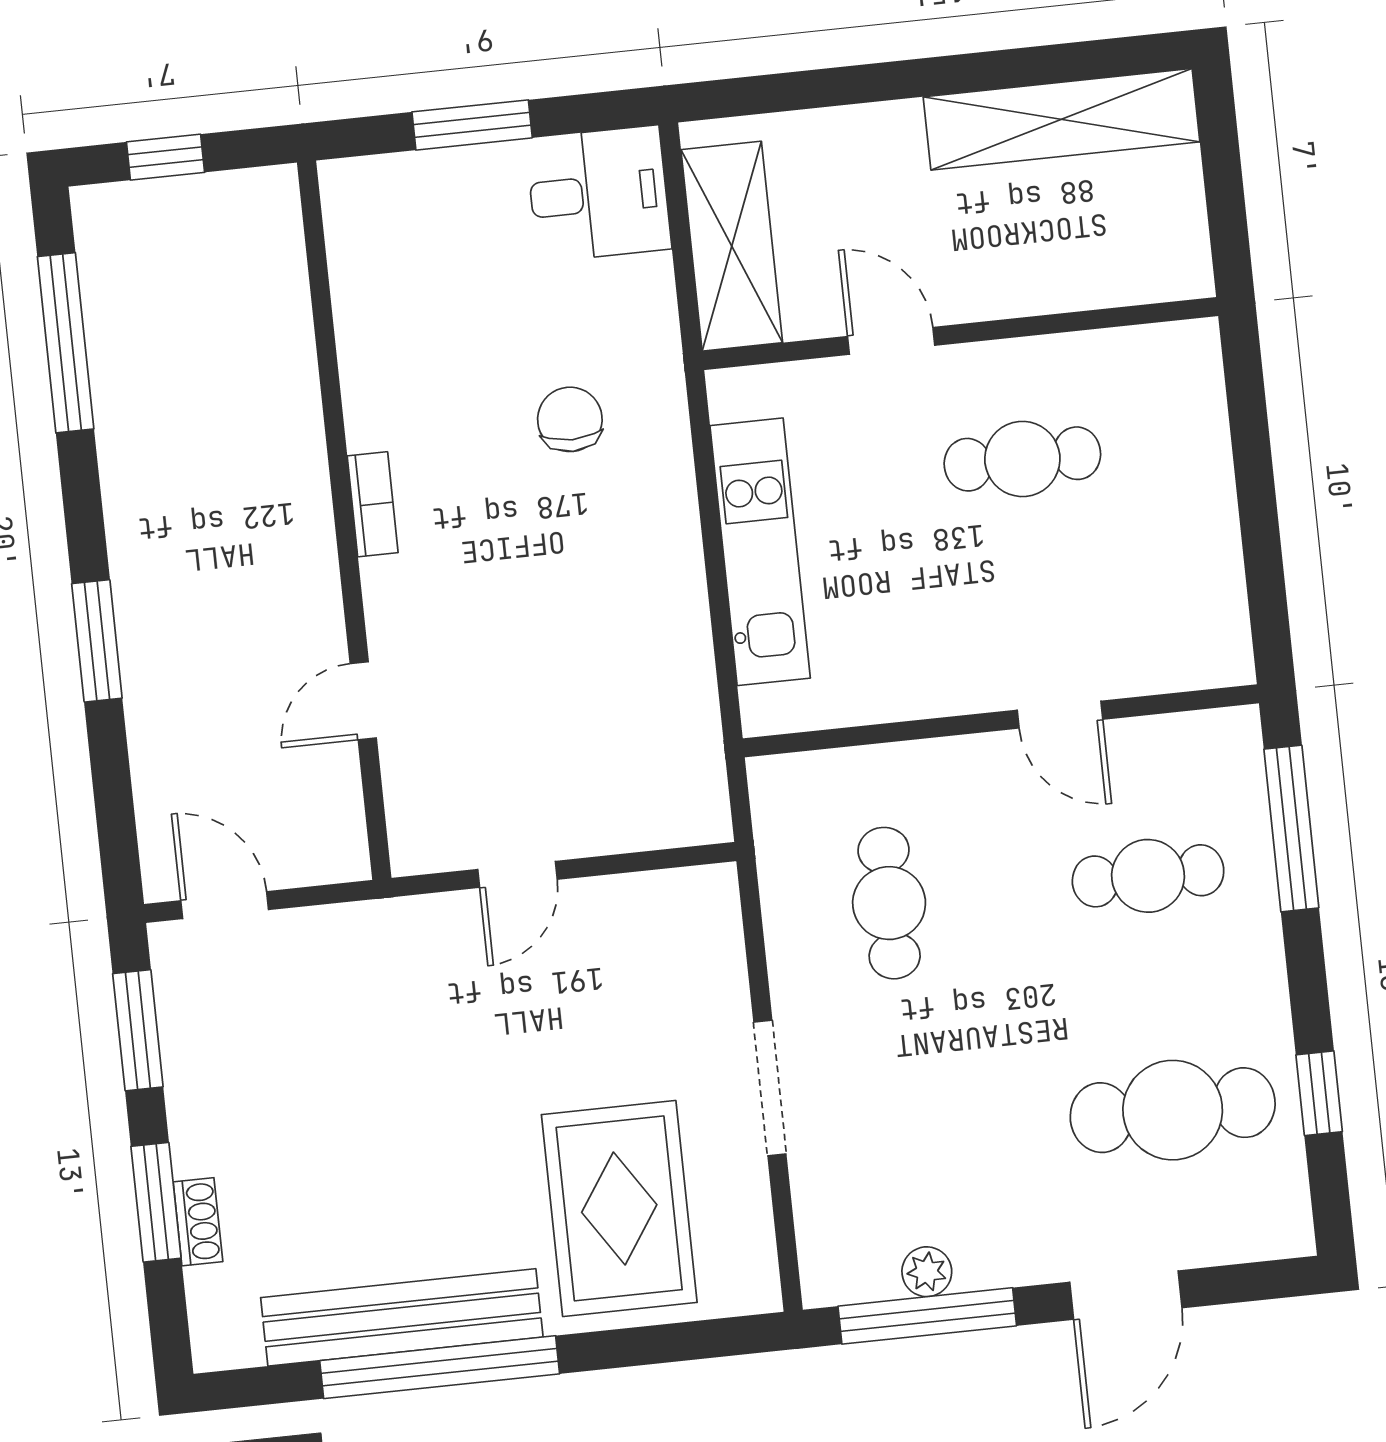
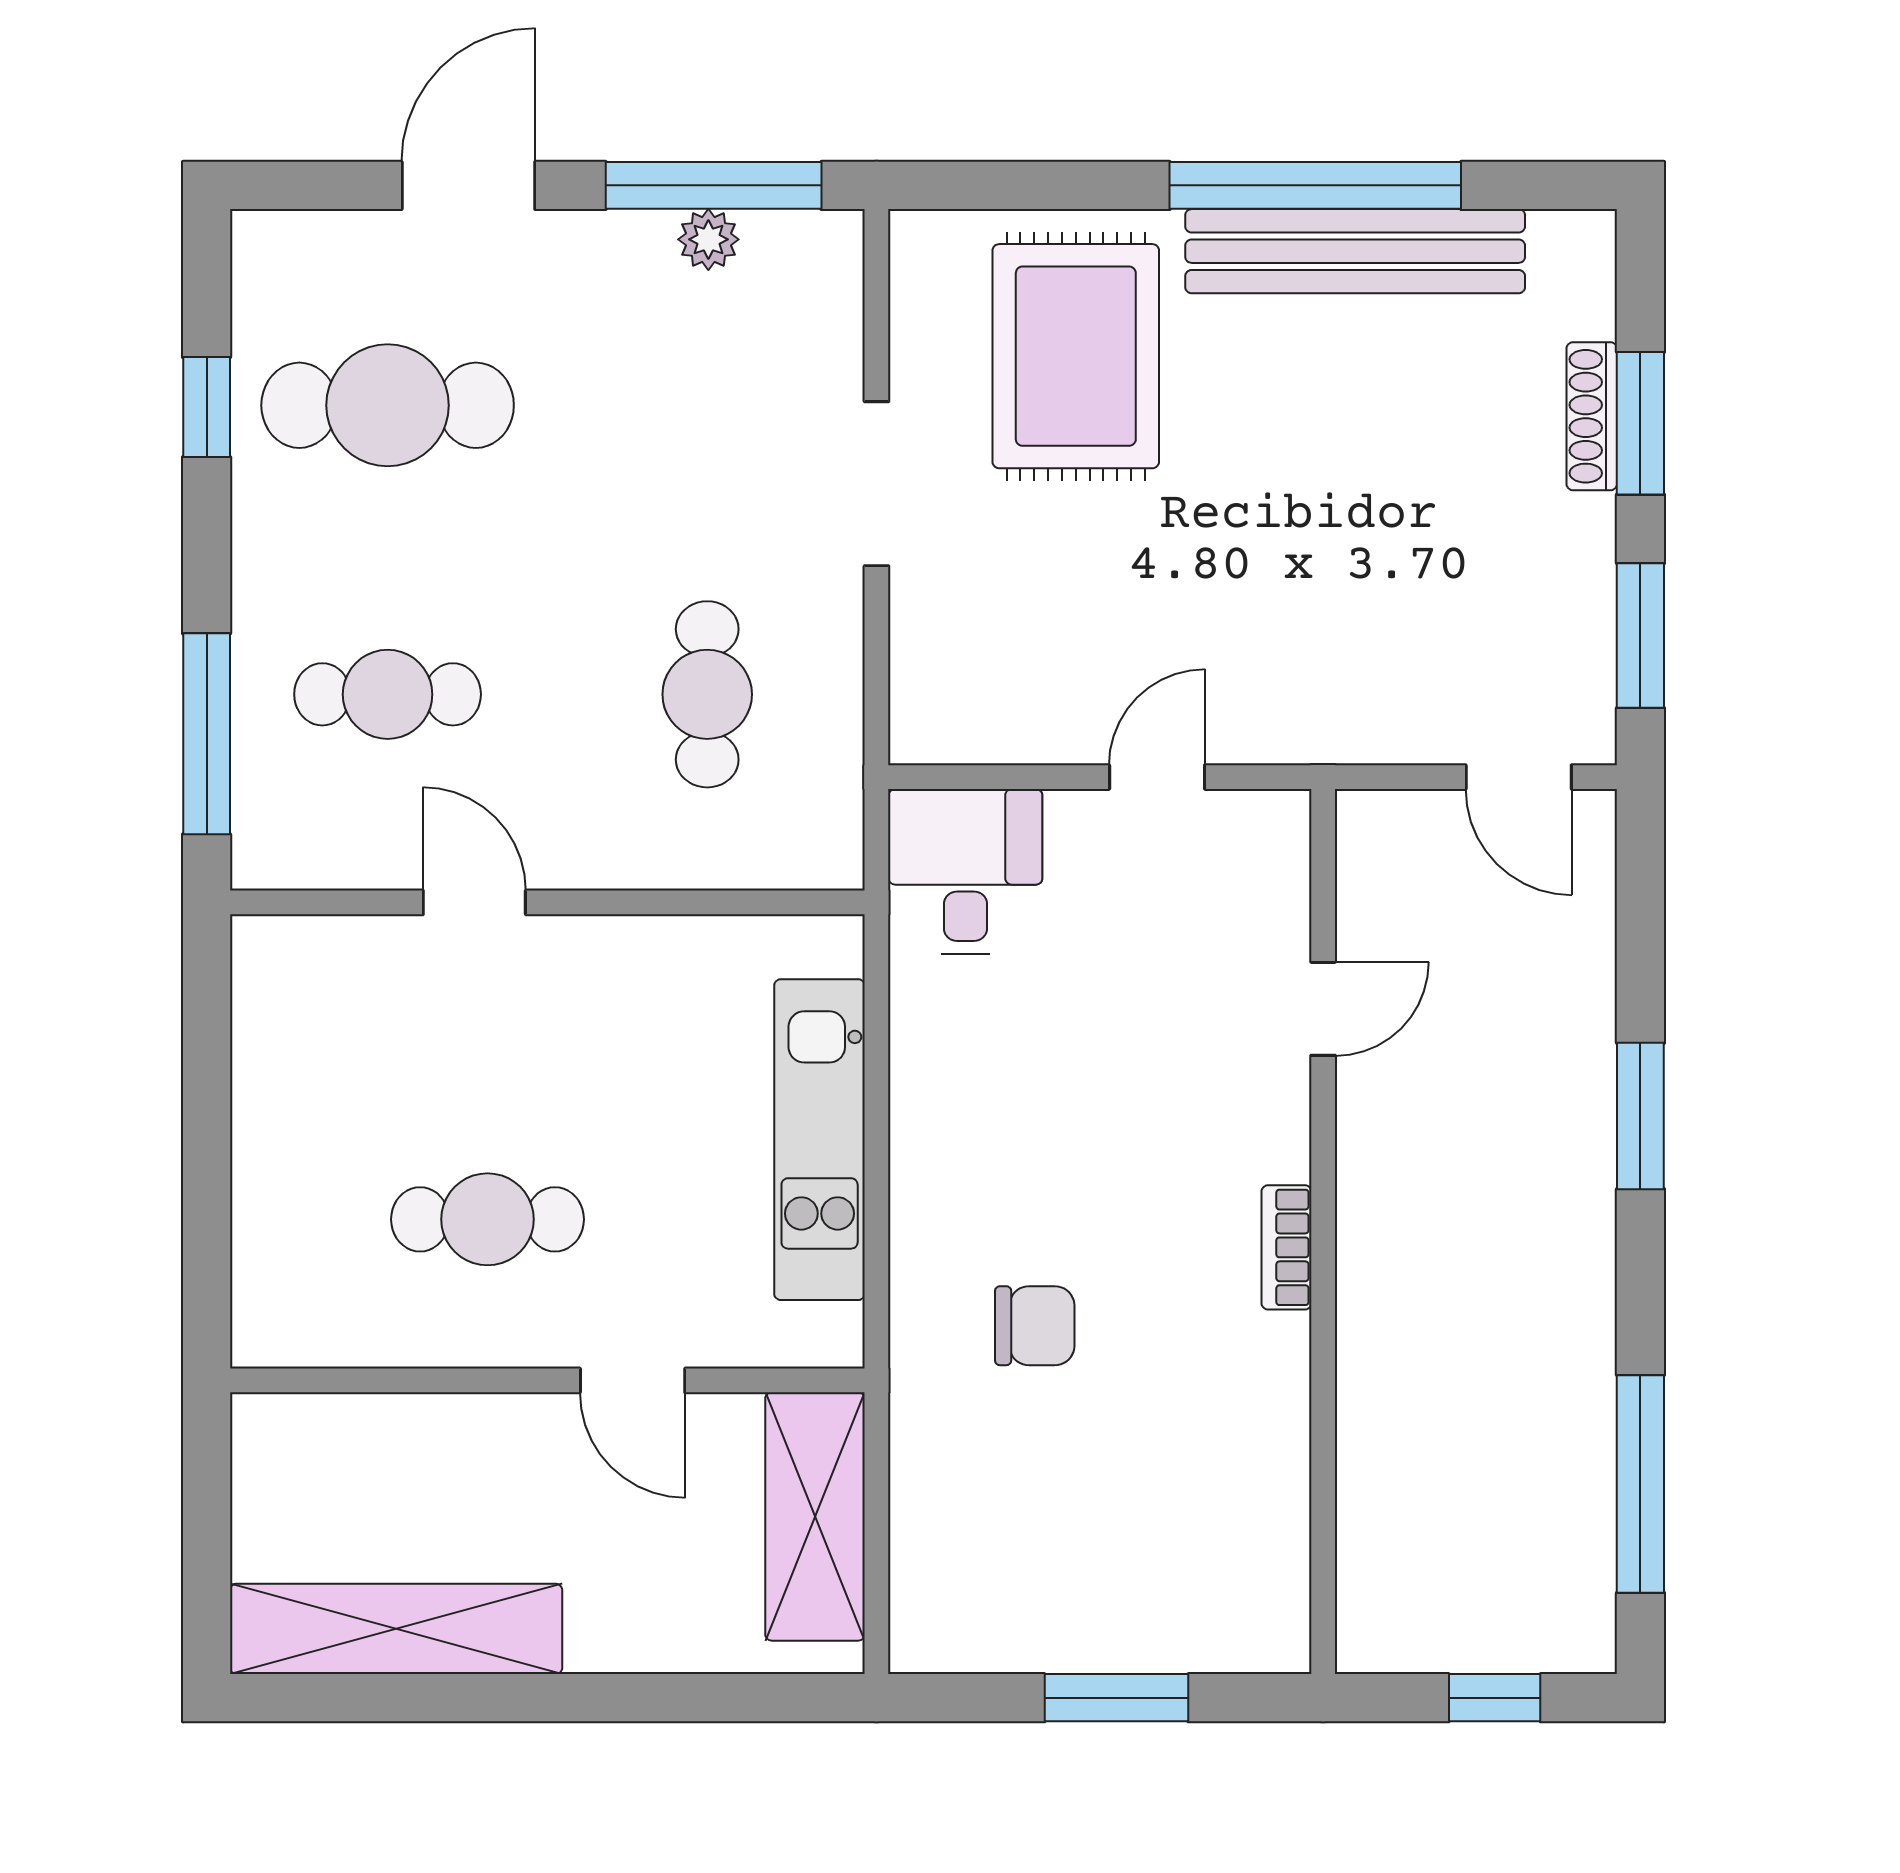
desk: (598, 194) -> (965, 872), moved, turned 90
chair: (570, 419) -> (1035, 1326), turned -90
shoe rack: (198, 1222) -> (1592, 416), width x1.43

